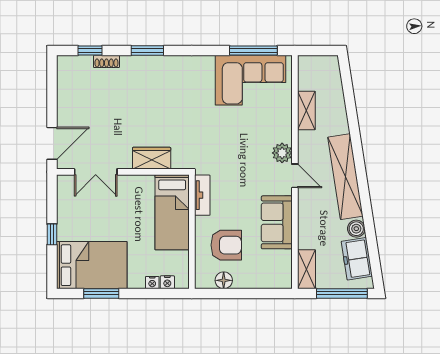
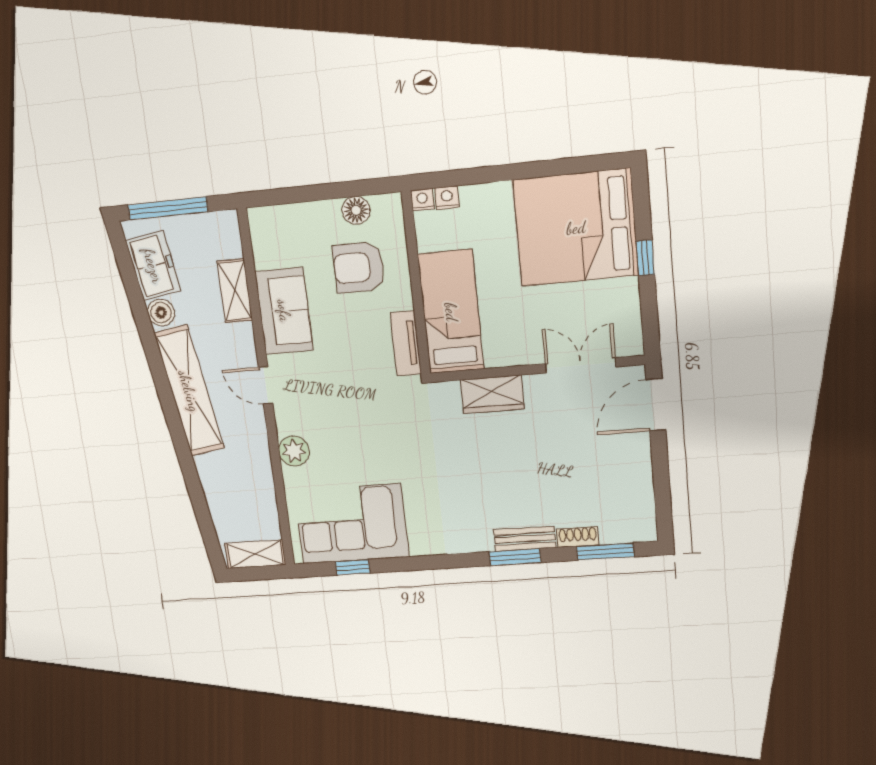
window: (90, 50) -> (605, 551), width x1.50
window: (253, 50) -> (353, 567), width x0.46
bench: (140, 62) -> (525, 539), added
shelving: (306, 110) -> (255, 554), moved, turned 90
plant: (282, 153) -> (294, 451), moved
bed: (92, 265) -> (576, 228), width x1.36
shelving: (306, 269) -> (235, 291), moved
nightstand: (152, 283) -> (422, 200), moved
window: (101, 293) -> (554, 168), removed

